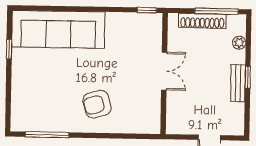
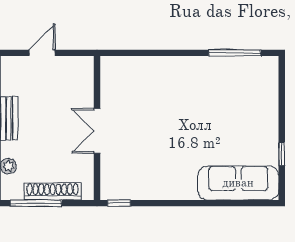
sofa: (58, 29) -> (238, 183), width x0.74, depth x0.79
armchair: (97, 104) -> (176, 90), removed

